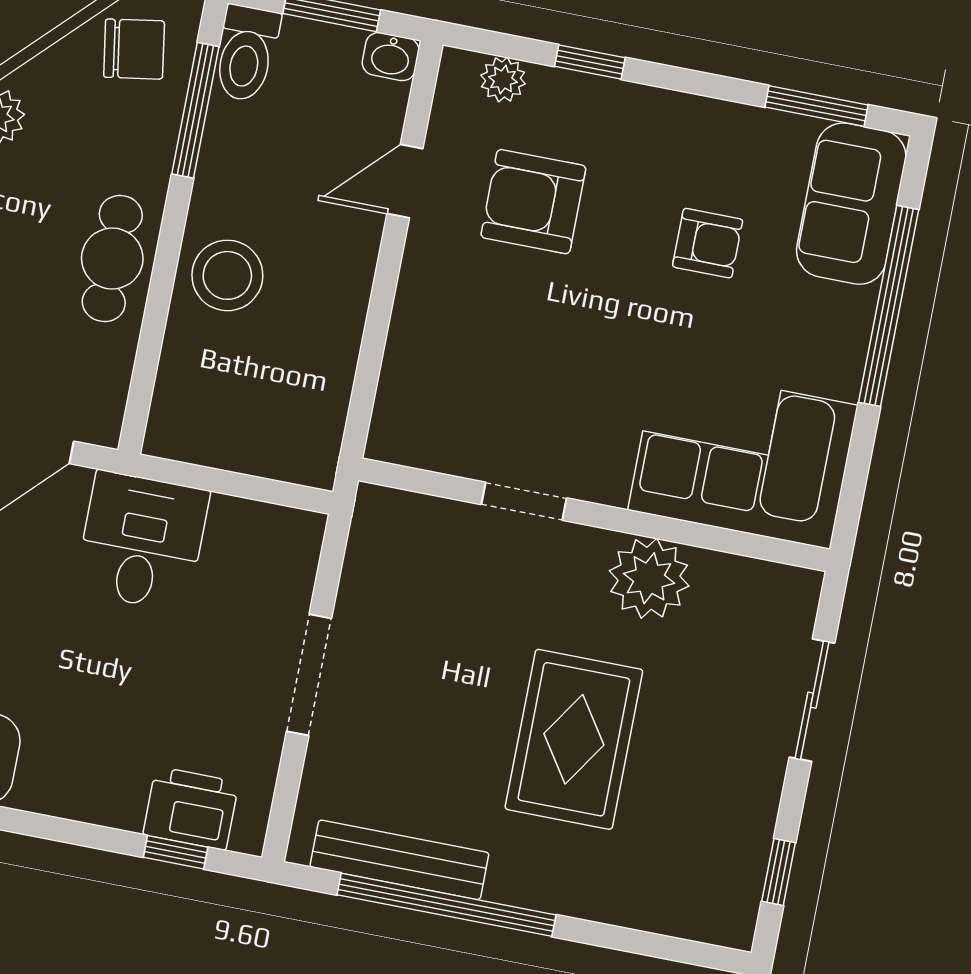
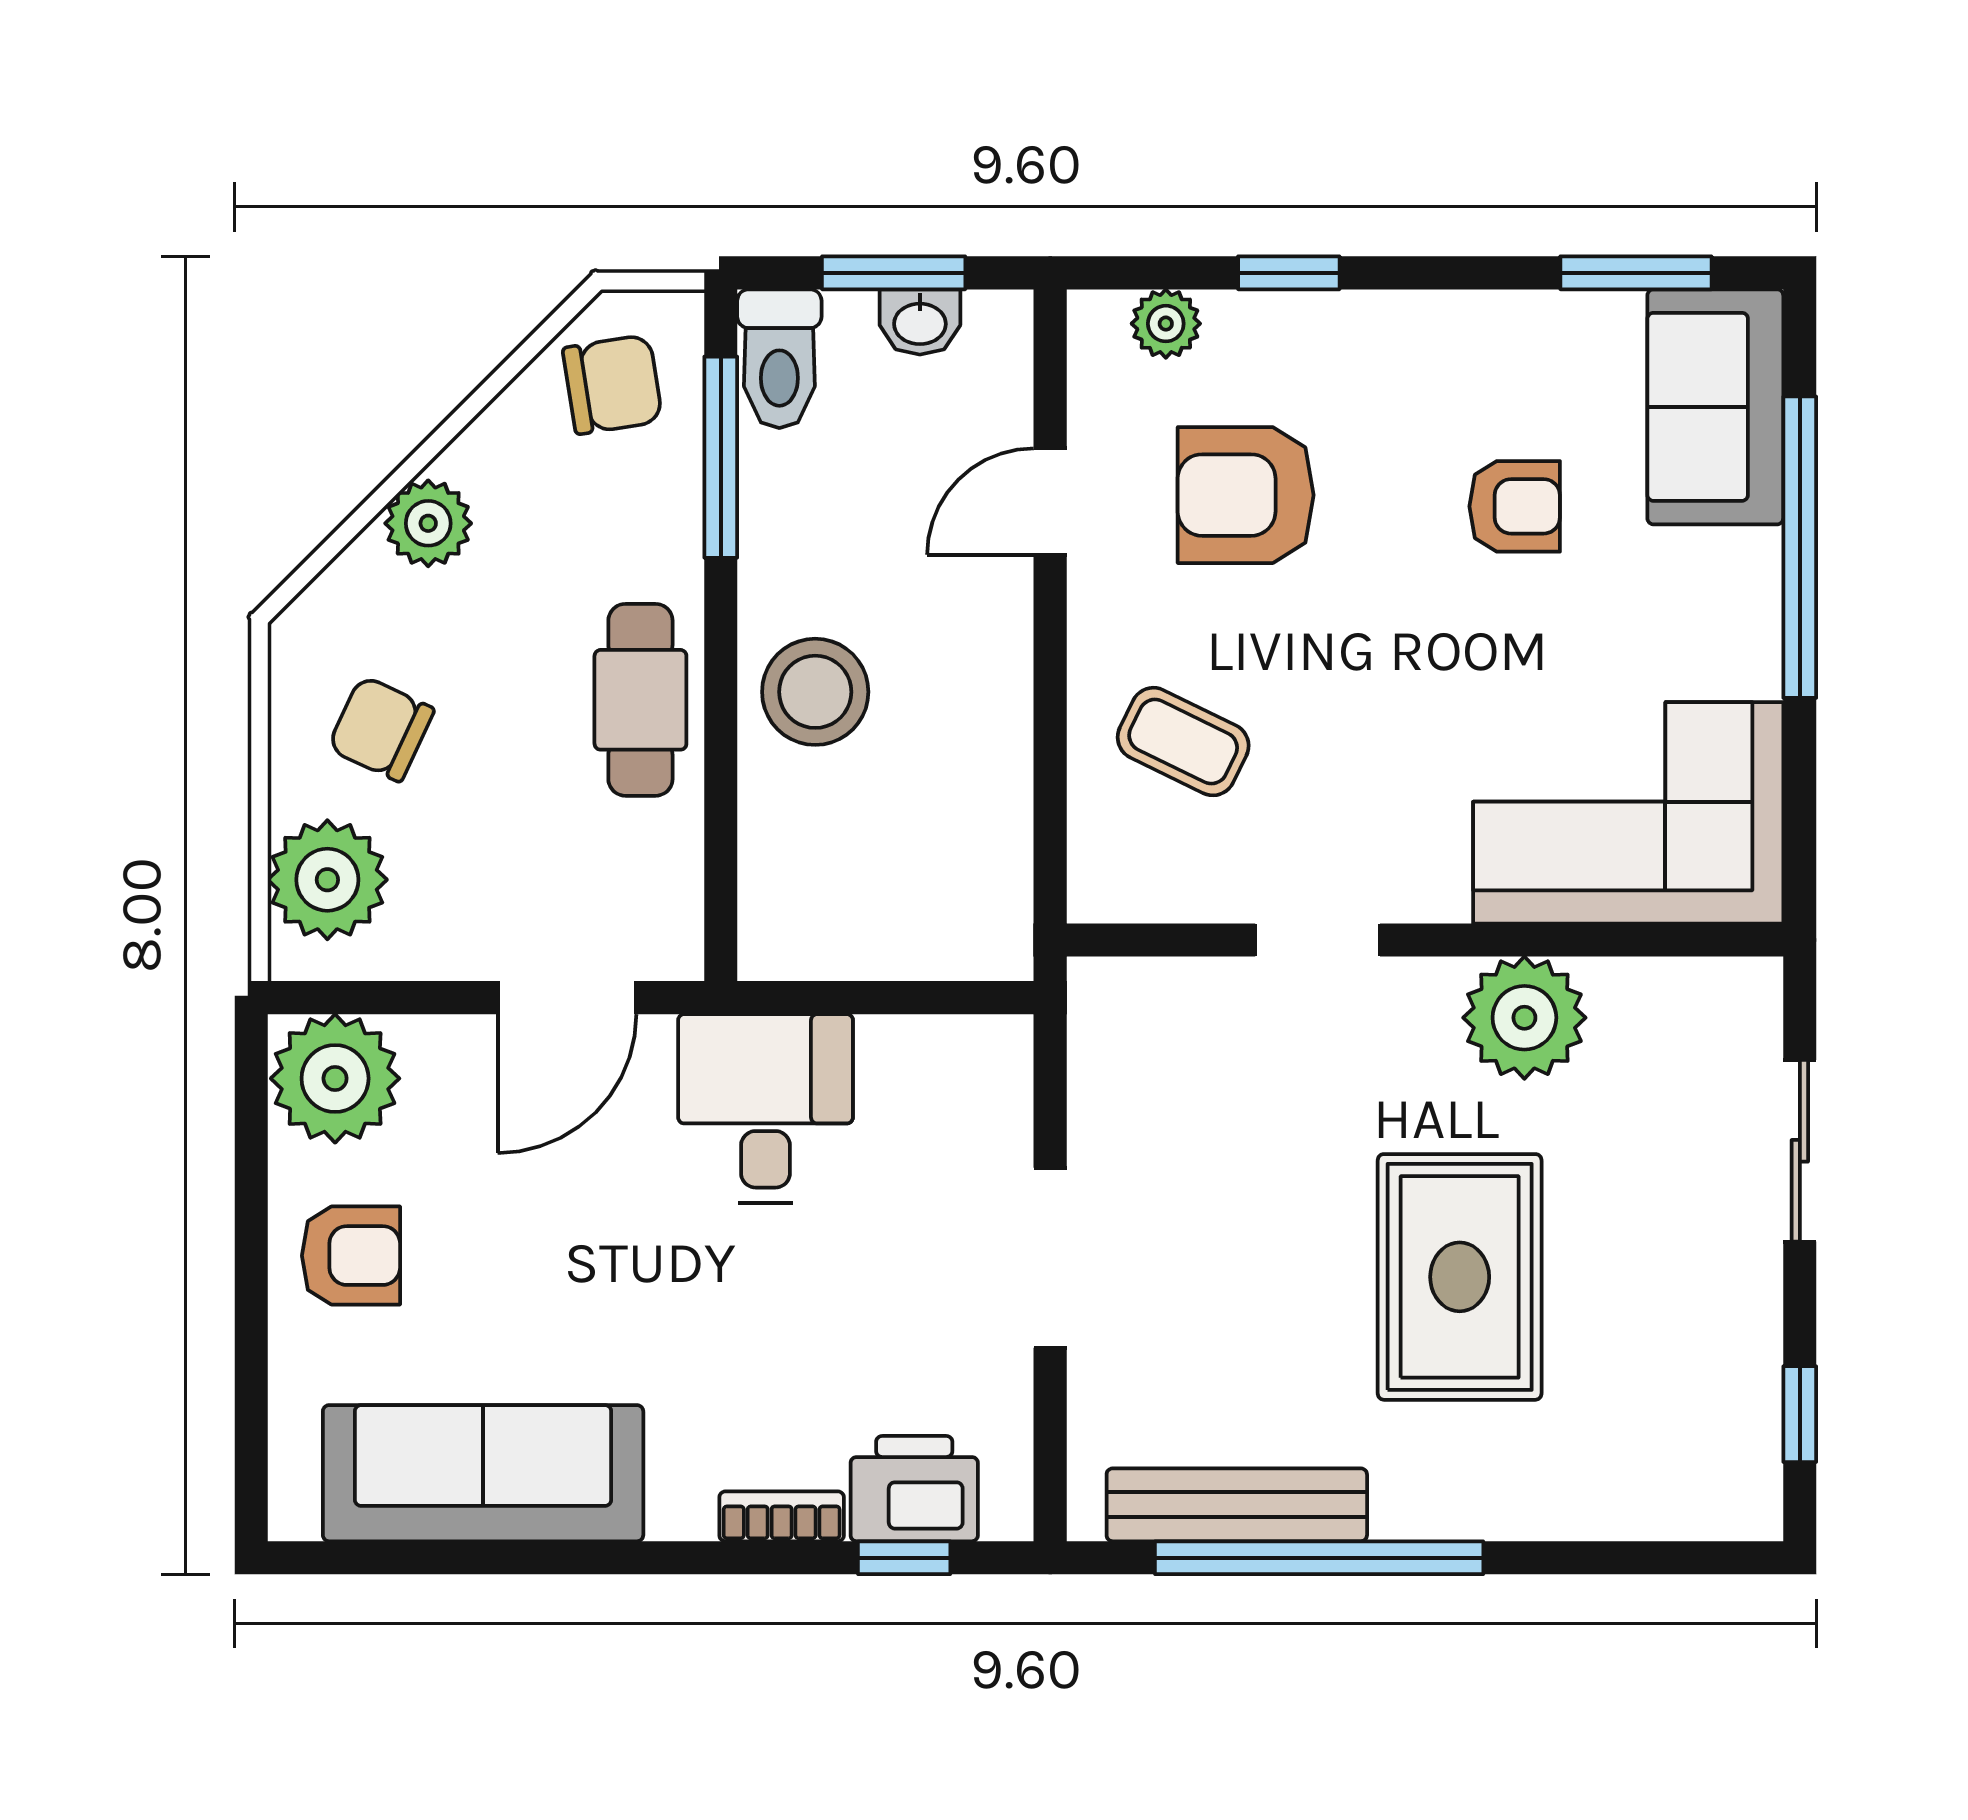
washbasin: (391, 57) -> (920, 322), moved
coffee table: (461, 355) -> (1183, 742), added
bookcase: (101, 810) -> (782, 1516), added

